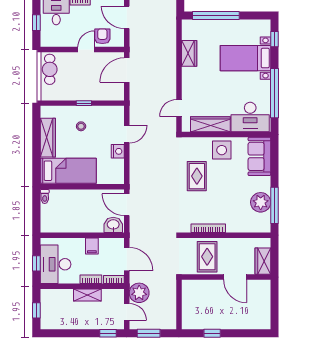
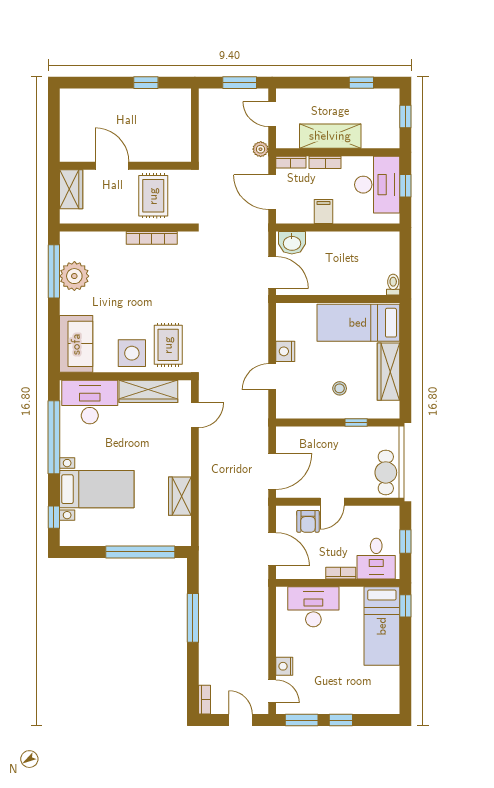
window: (84, 103) -> (356, 423), moved
rug: (197, 176) -> (168, 345), moved
plant: (139, 293) -> (261, 149), width x0.53, depth x0.53
shelving: (87, 295) -> (330, 136), width x1.50, depth x1.33
window: (108, 333) -> (361, 83), moved

